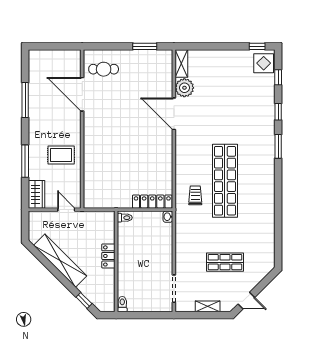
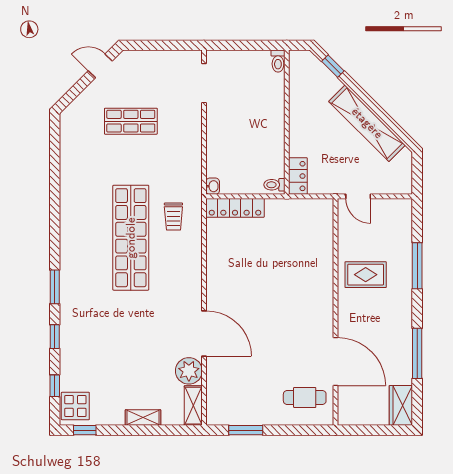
wardrobe: (36, 194) -> (401, 405), moved
locker: (108, 256) -> (298, 176), moved
shelving: (208, 306) -> (143, 418), moved

